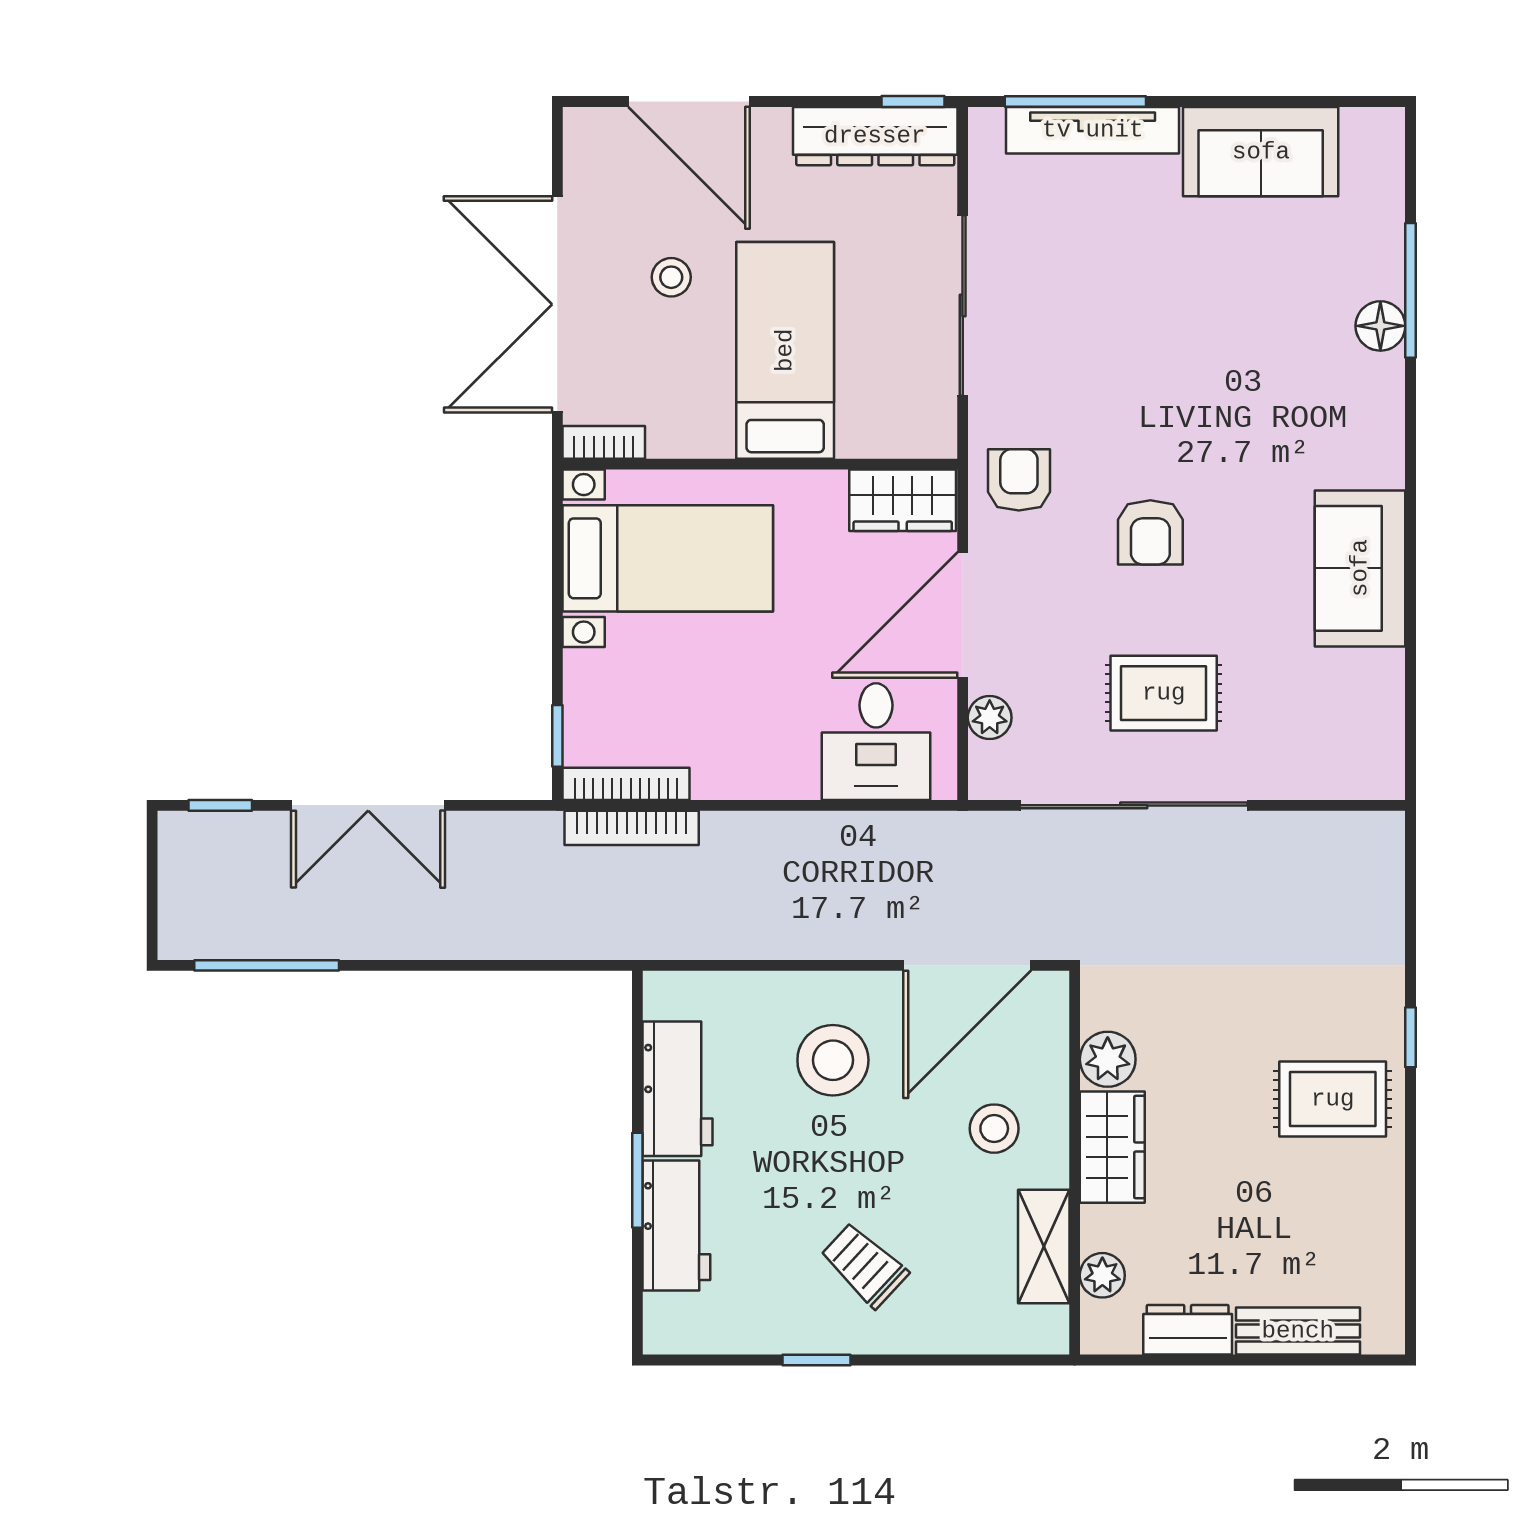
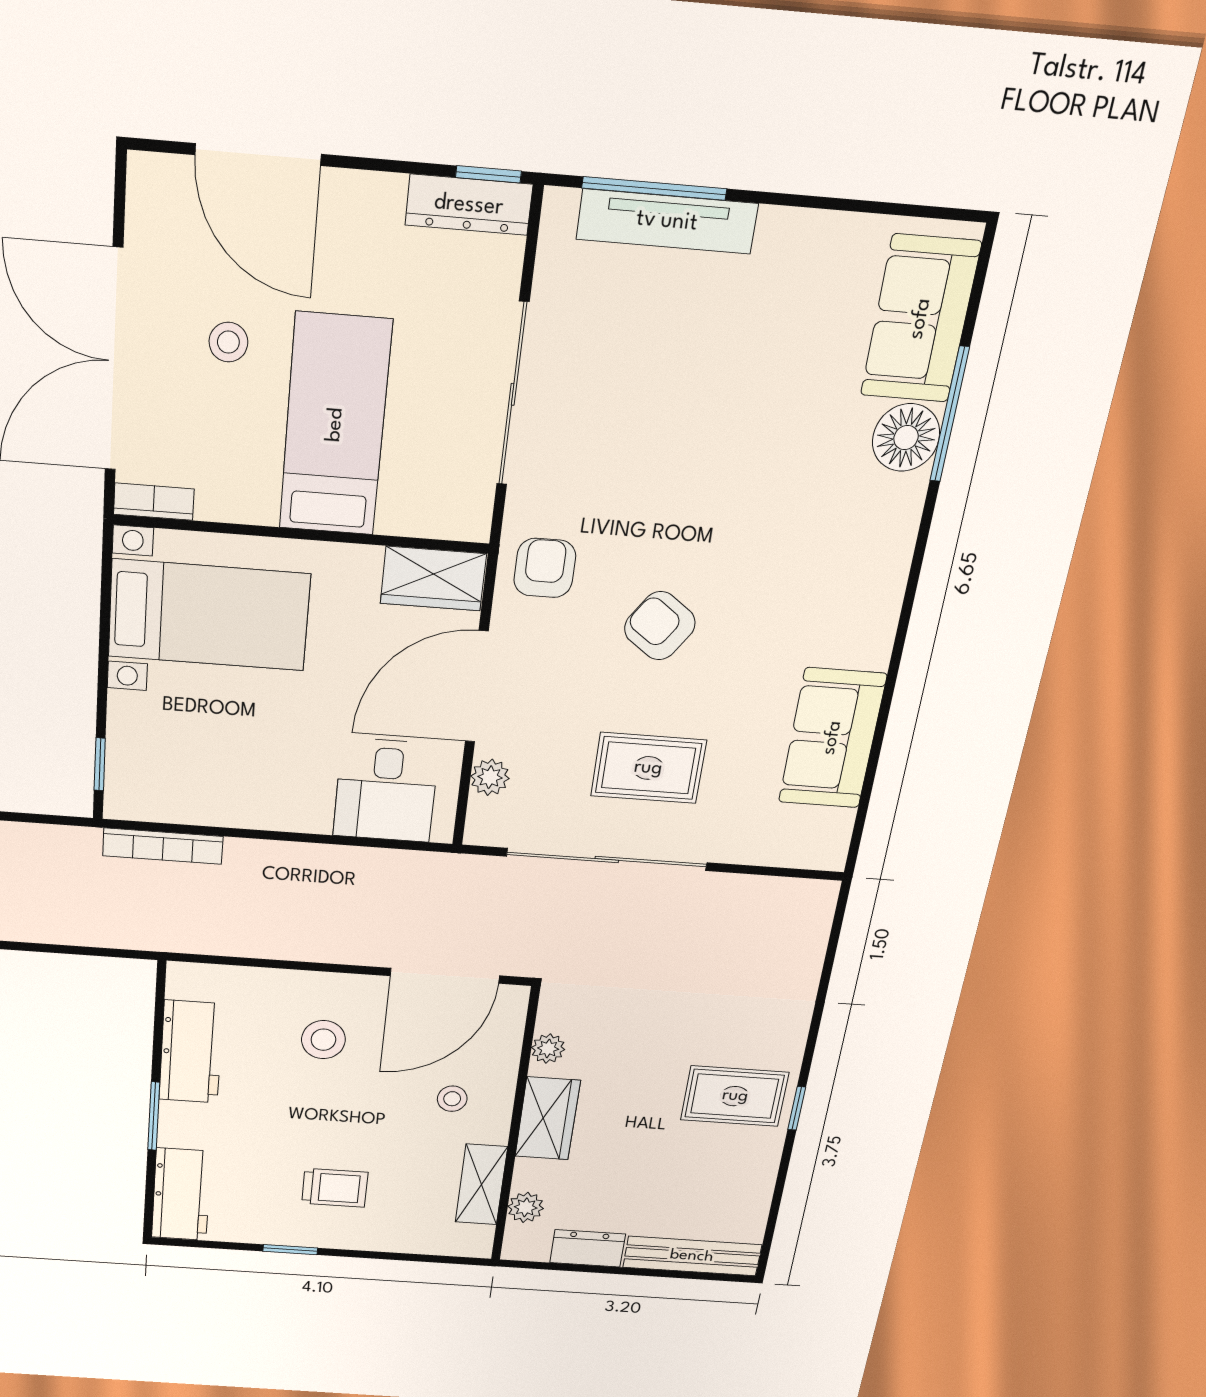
dresser: (875, 136) -> (469, 205), width x0.73, depth x0.80
sofa: (1261, 152) -> (920, 319), moved, turned 90
floor lamp: (1380, 326) -> (906, 438), width x1.38, depth x1.38
armchair: (1150, 532) -> (660, 626), turned 125
sofa: (1360, 568) -> (832, 738), moved
bookcase: (626, 784) -> (160, 809), removed
window: (1411, 1037) -> (797, 1108), moved
plant: (1108, 1059) -> (548, 1049), width x0.73, depth x0.73
stool: (833, 1060) -> (323, 1040), width x0.73, depth x0.73
stool: (994, 1129) -> (452, 1099), width x0.73, depth x0.73
workbench: (676, 1226) -> (181, 1194), moved
trolley: (864, 1265) -> (335, 1188), turned 137
bench: (1298, 1331) -> (692, 1256), width x1.36

